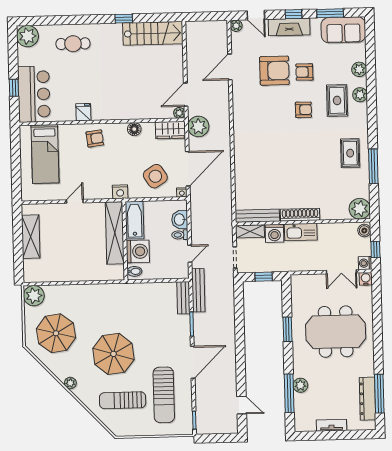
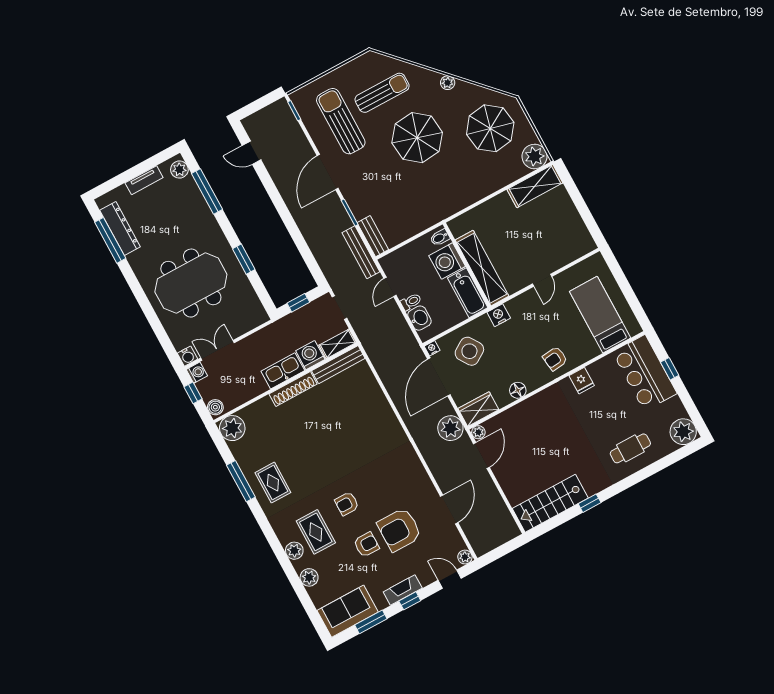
fireplace: (289, 27) -> (403, 590), width x0.73, depth x0.76
shelving: (31, 237) -> (535, 186), moved, turned 90
plant: (300, 385) -> (179, 169), moved

